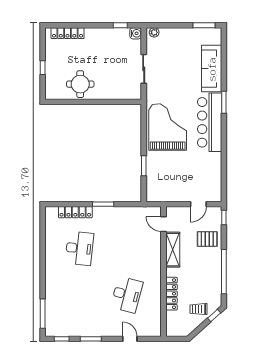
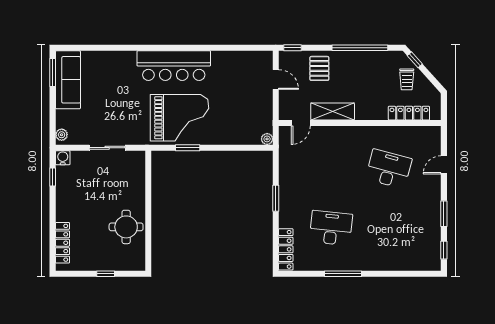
sofa: (212, 69) -> (68, 80), moved, turned -90
window: (224, 102) -> (149, 48), removed
grand piano: (168, 127) -> (180, 118), turned 180
window: (144, 166) -> (188, 148), moved
plant: (151, 197) -> (267, 139), added
locker: (75, 212) -> (286, 249), moved
locker: (171, 294) -> (409, 113), moved
window: (43, 314) -> (343, 274), moved

